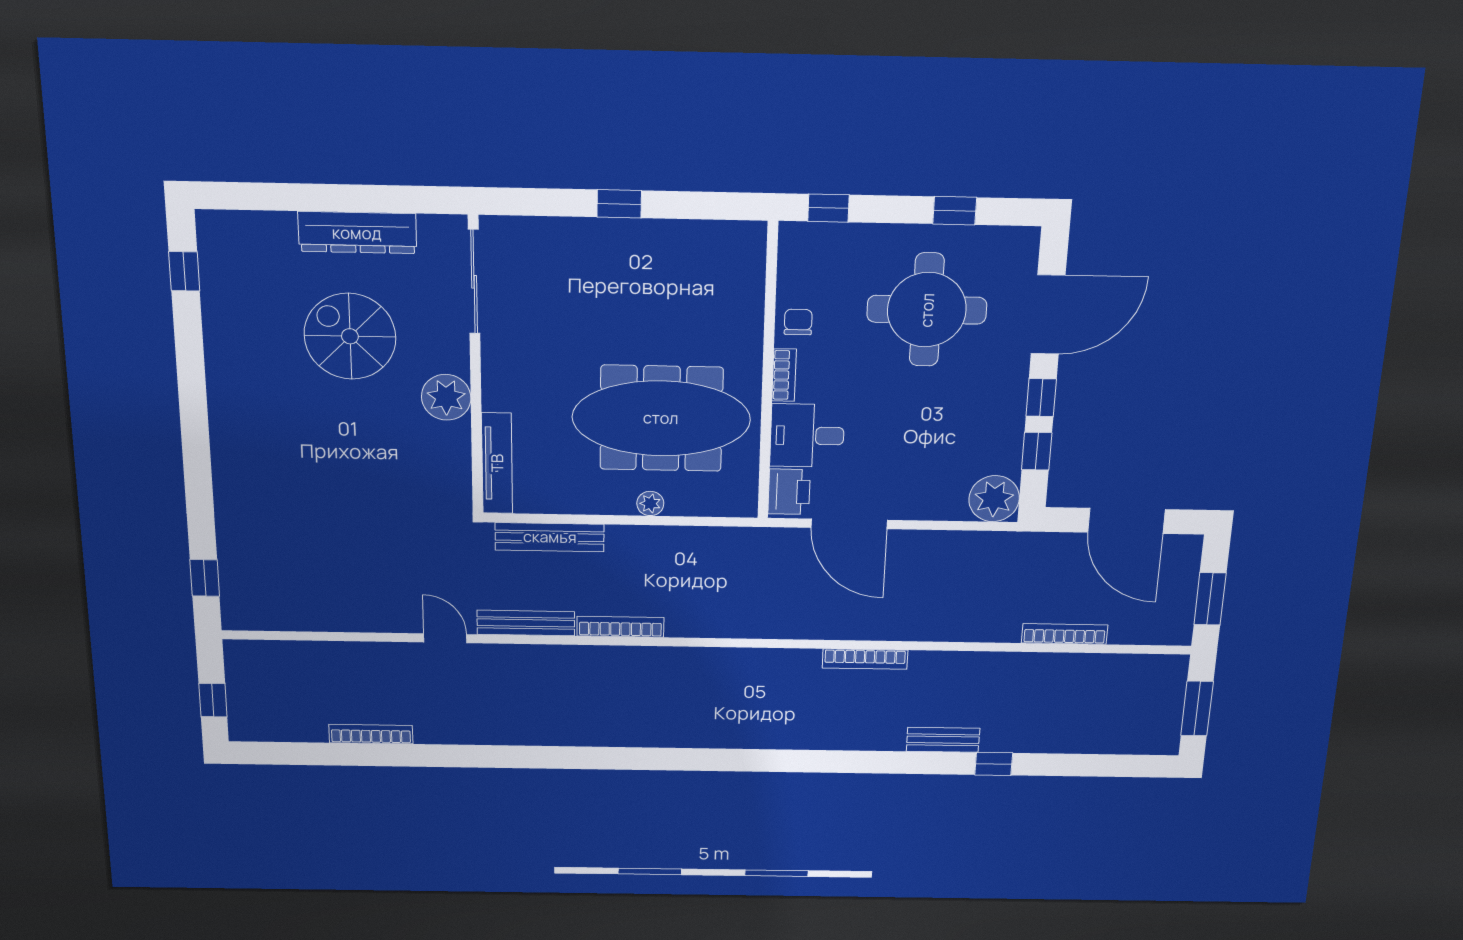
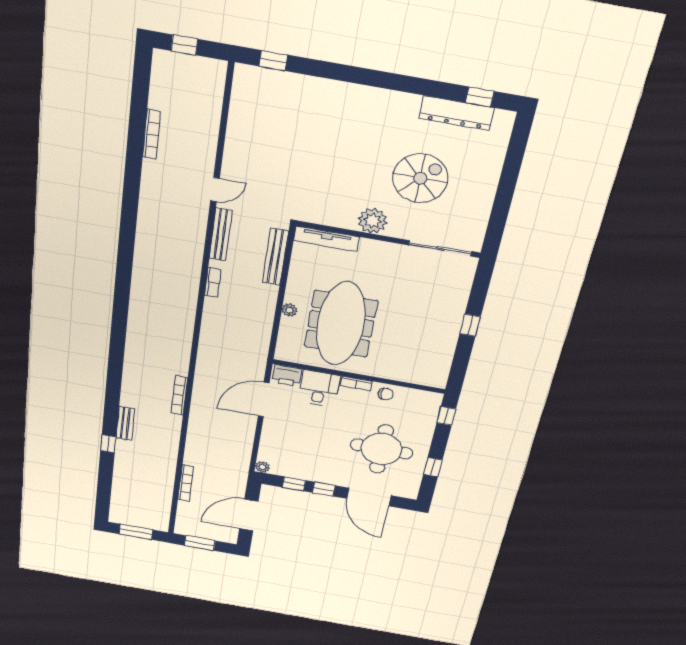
dresser: (357, 233) -> (457, 113), moved, turned -90
plant: (994, 499) -> (262, 467), width x0.53, depth x0.53
bookcase: (620, 627) -> (213, 282), width x0.64

